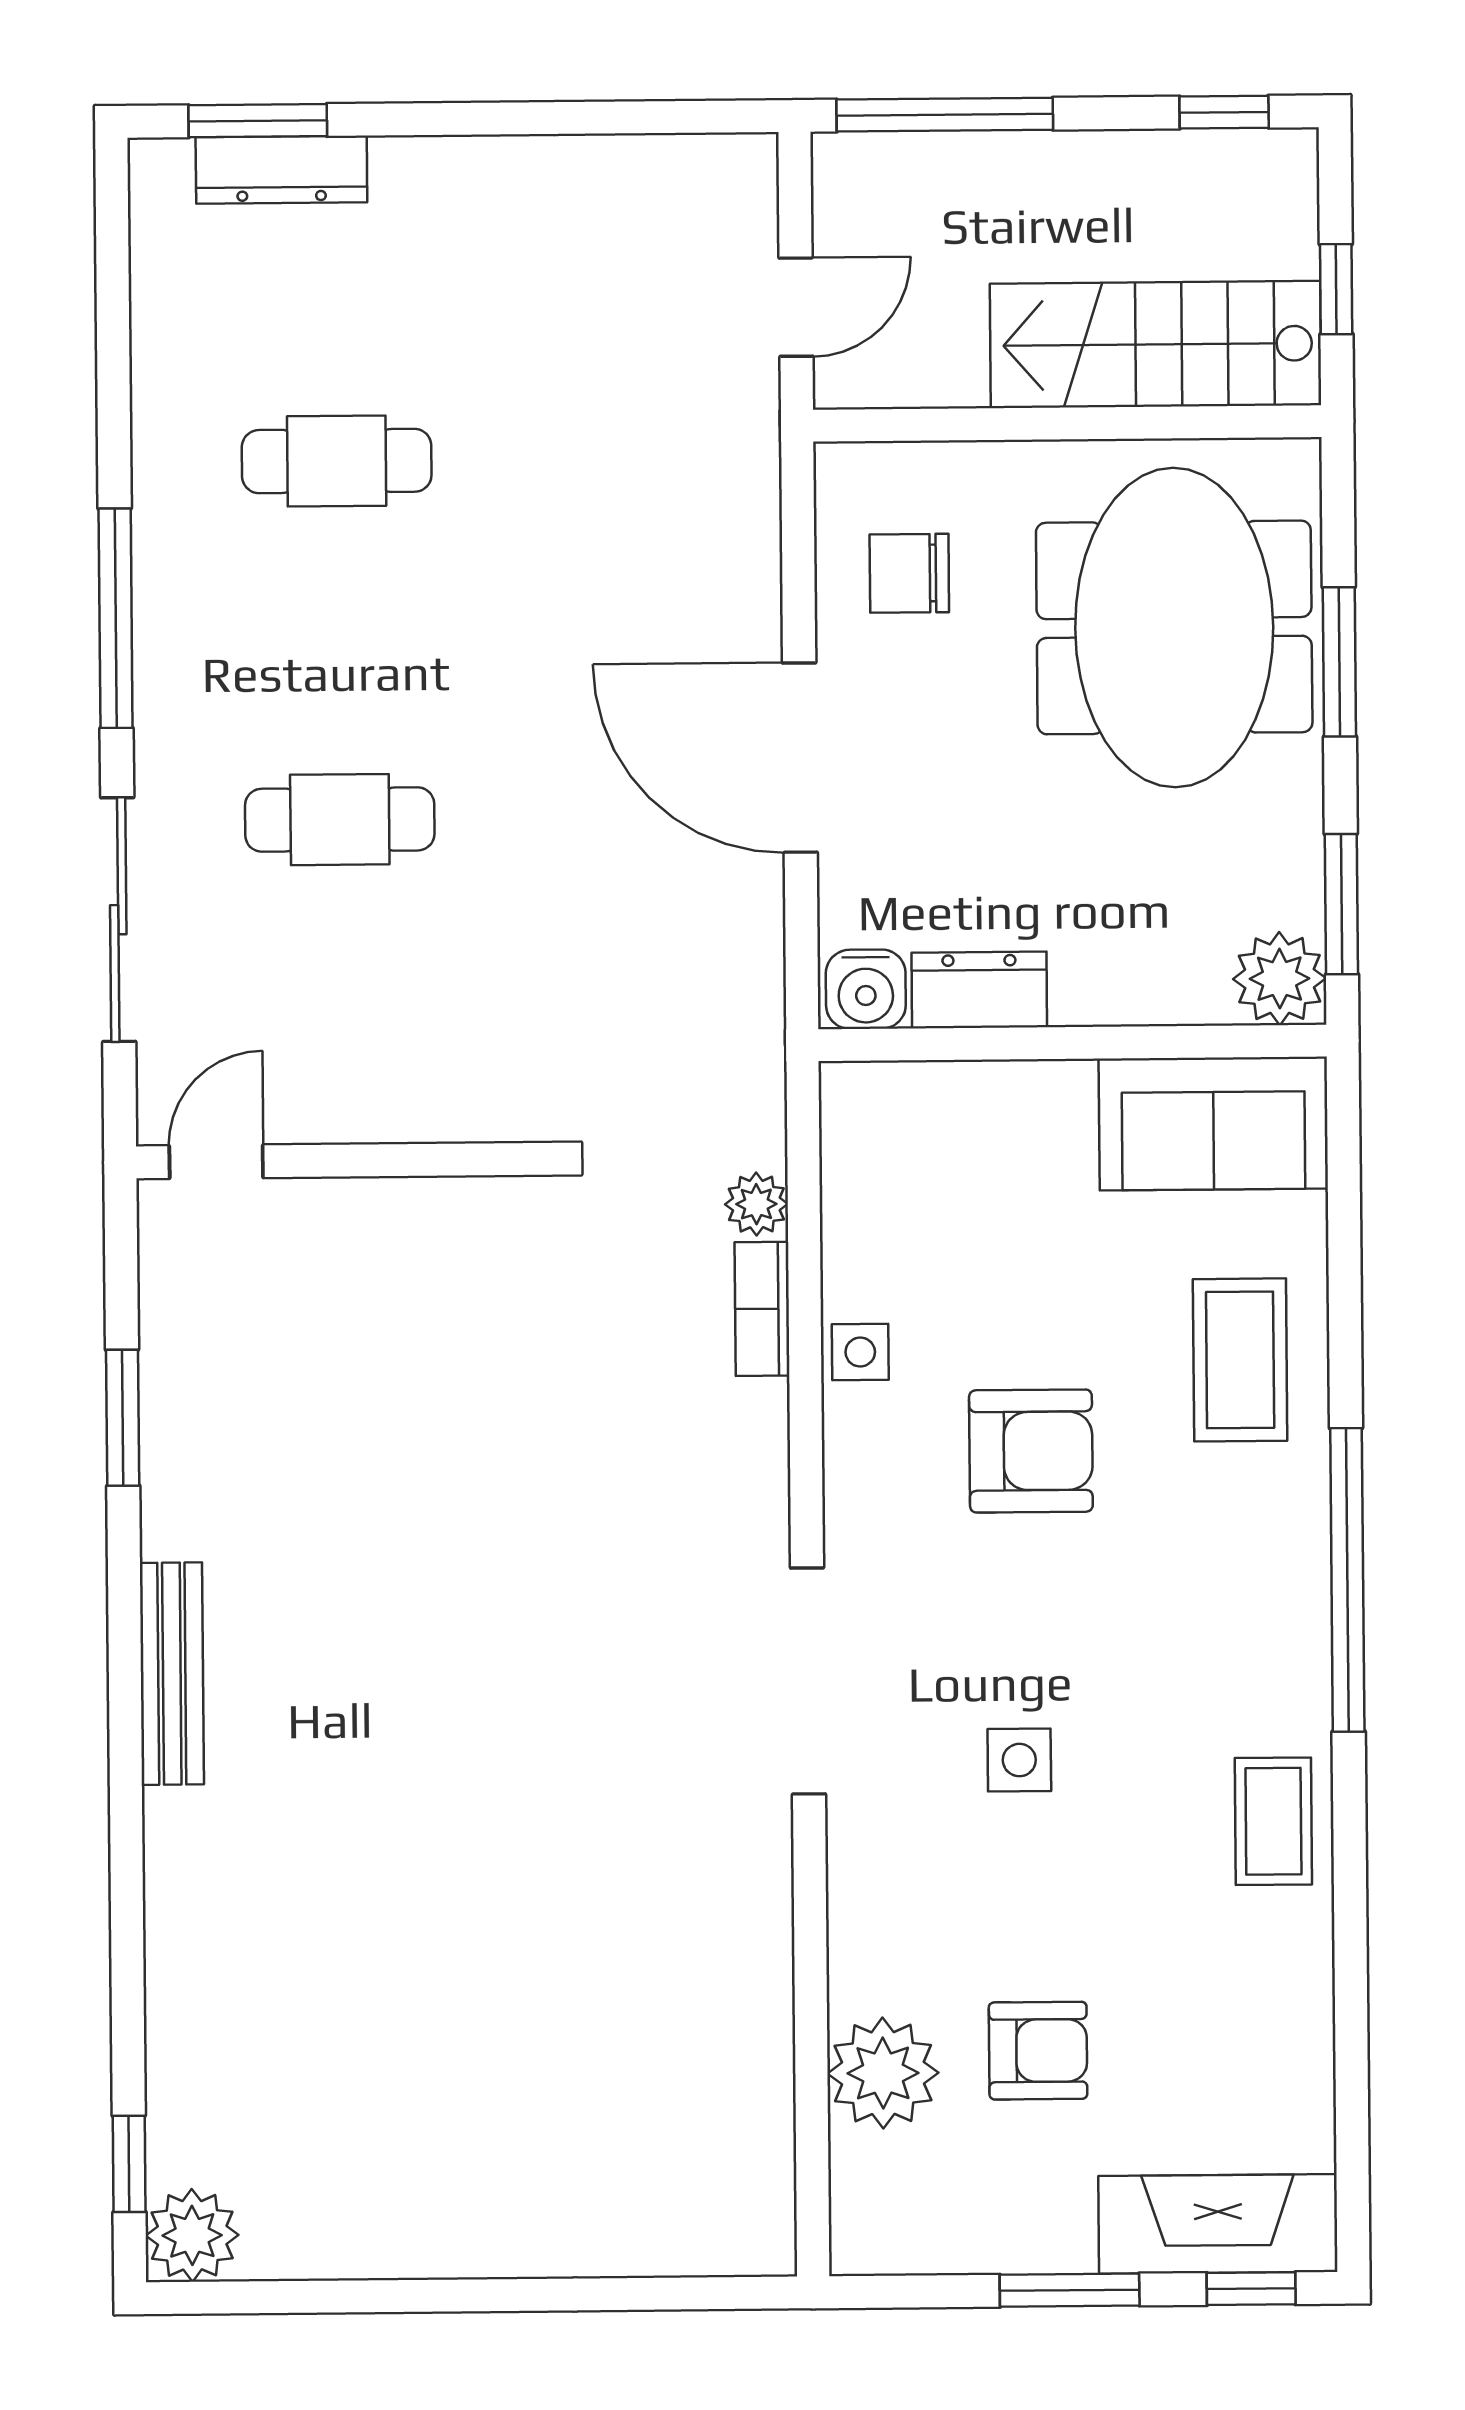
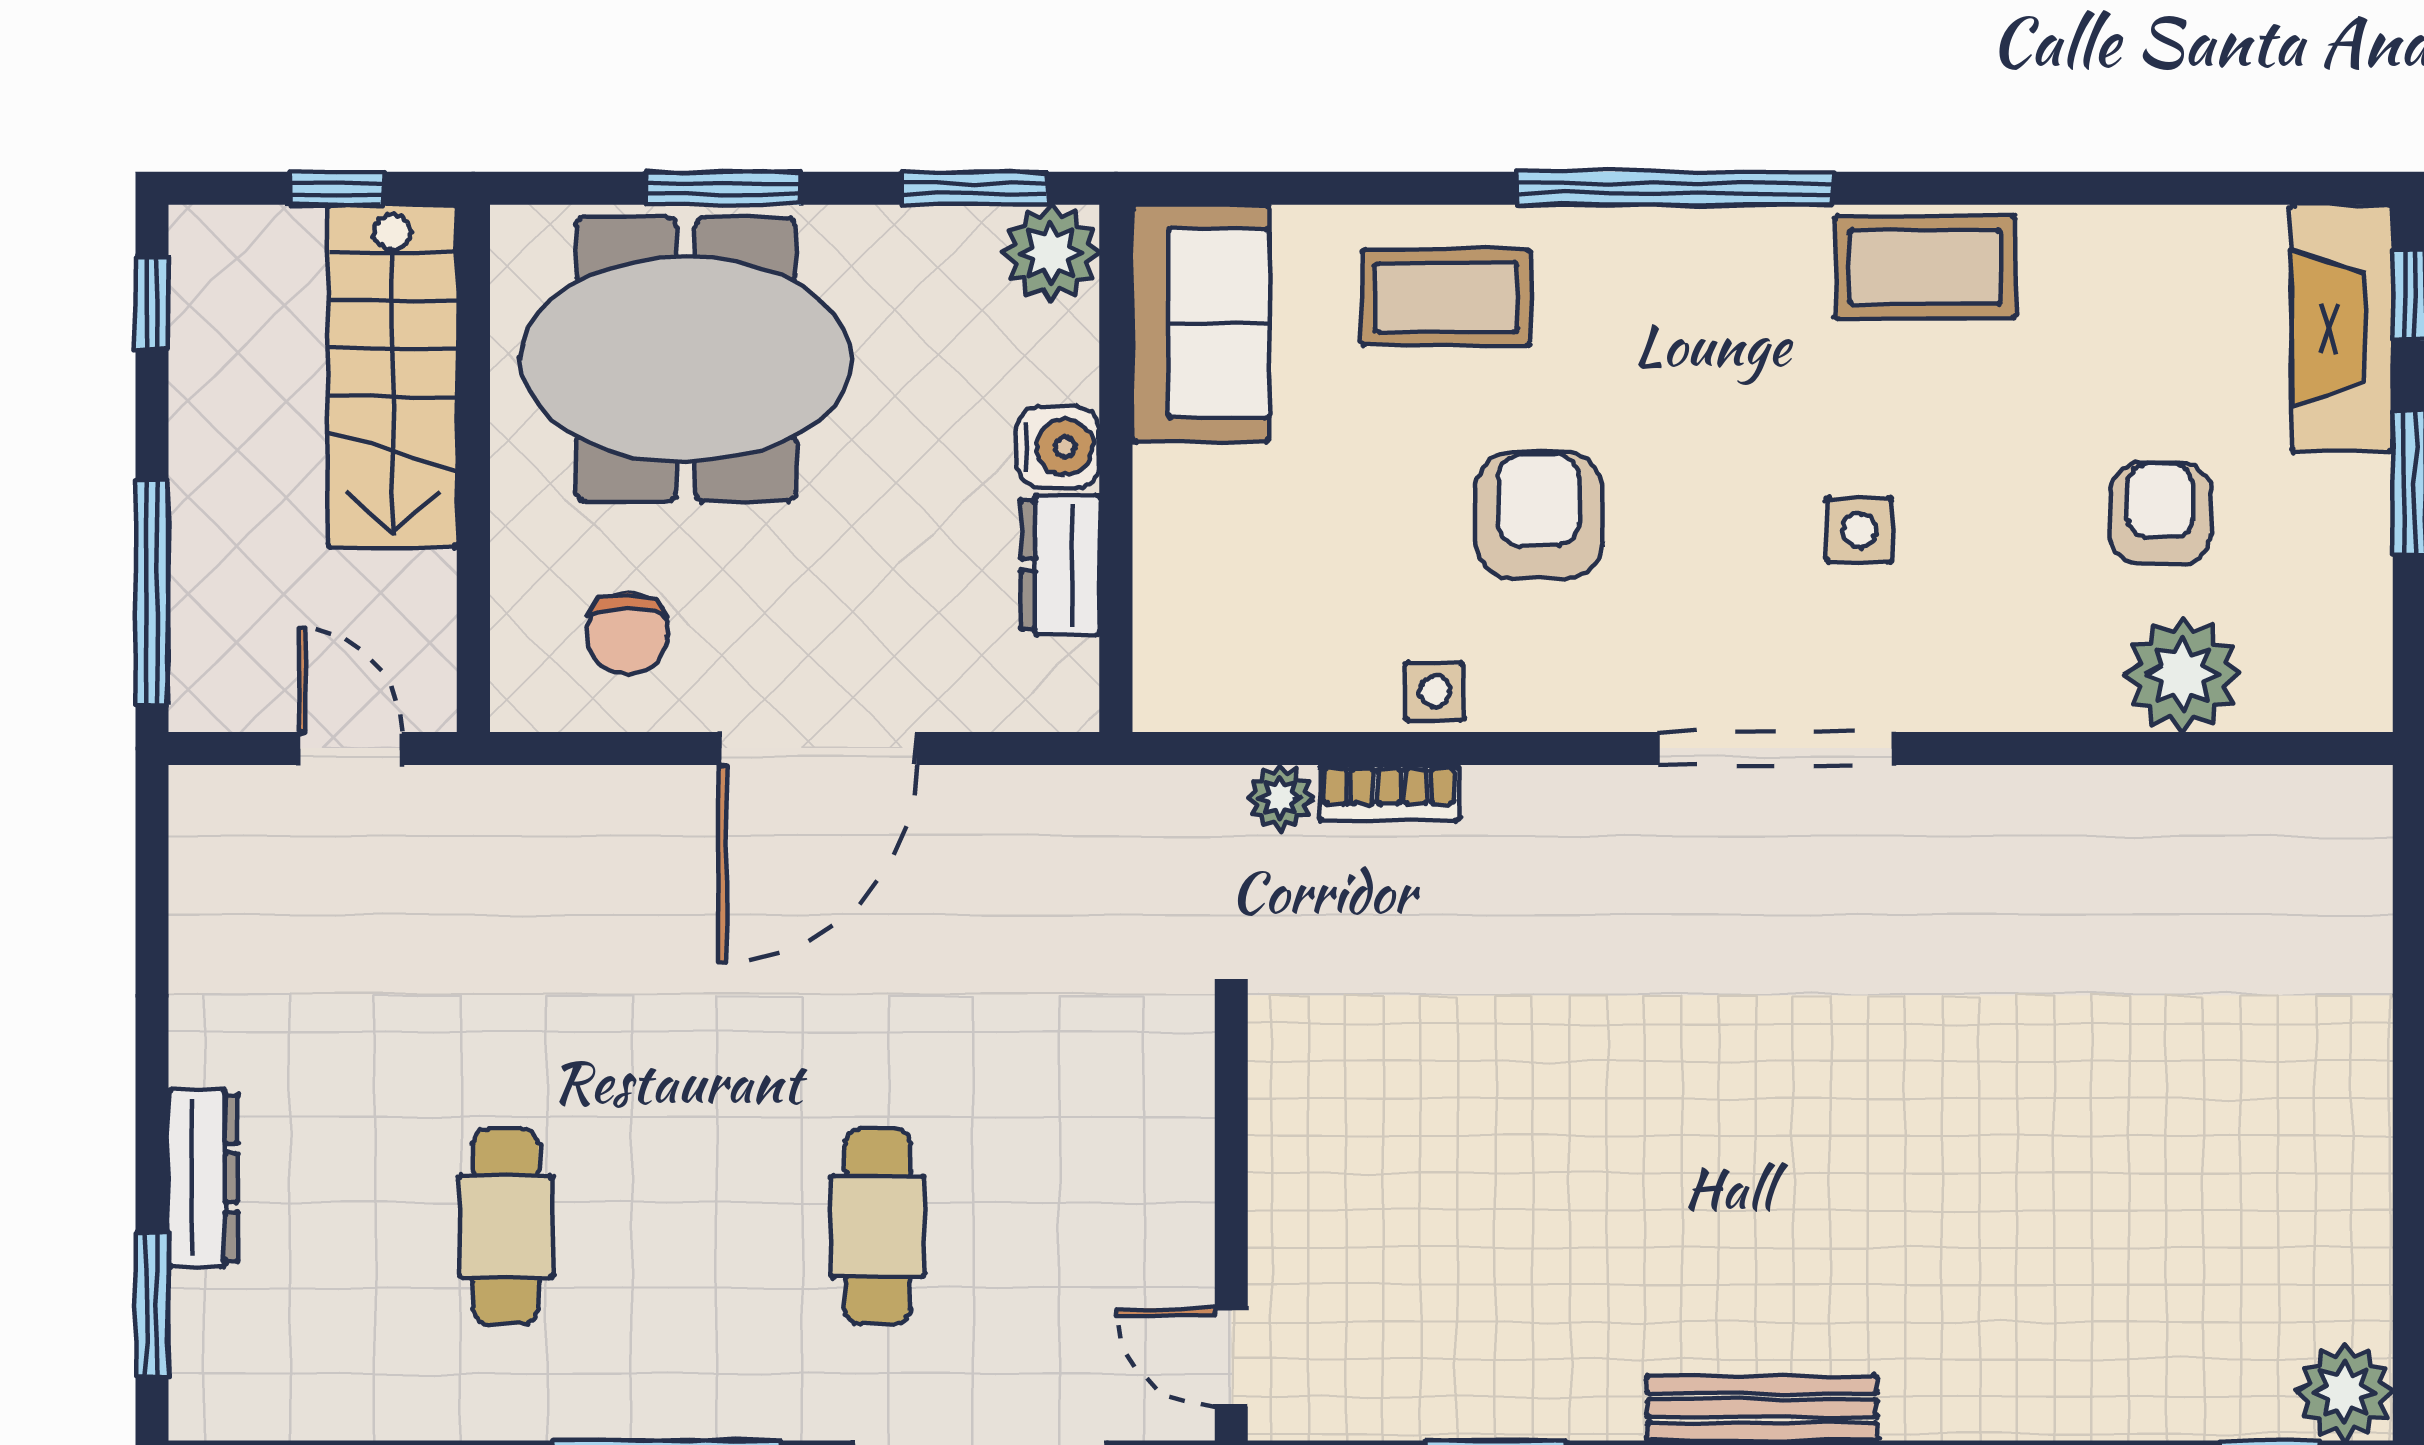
dresser: (281, 170) -> (203, 1178), moved
water cooler: (866, 989) -> (1058, 447), moved
coffee table: (1273, 1821) -> (1925, 267), width x1.36, depth x1.30

